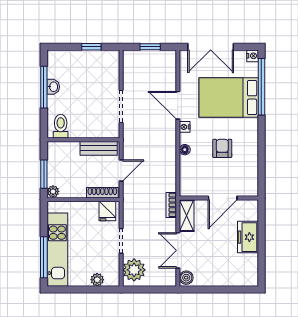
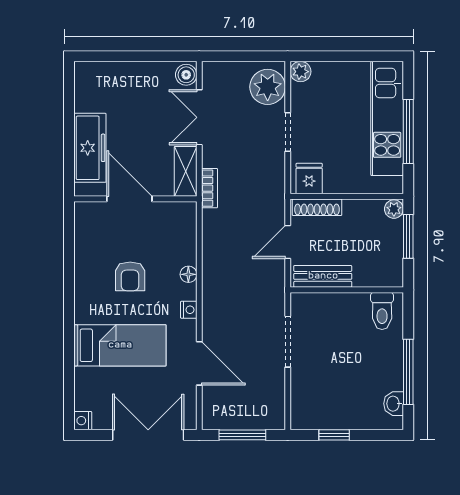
window: (150, 47) -> (242, 435), width x1.50
washbasin: (53, 87) -> (394, 404), moved
window: (261, 87) -> (69, 372), removed
bed: (229, 97) -> (120, 345), width x0.67
door: (178, 105) -> (199, 363), moved
door: (223, 198) -> (129, 199), hinge flipped
freezer: (248, 237) -> (90, 148), width x1.40
double door: (178, 250) -> (199, 117), swing flipped
window: (44, 257) -> (408, 131), moved
plant: (97, 280) -> (300, 72), moved

